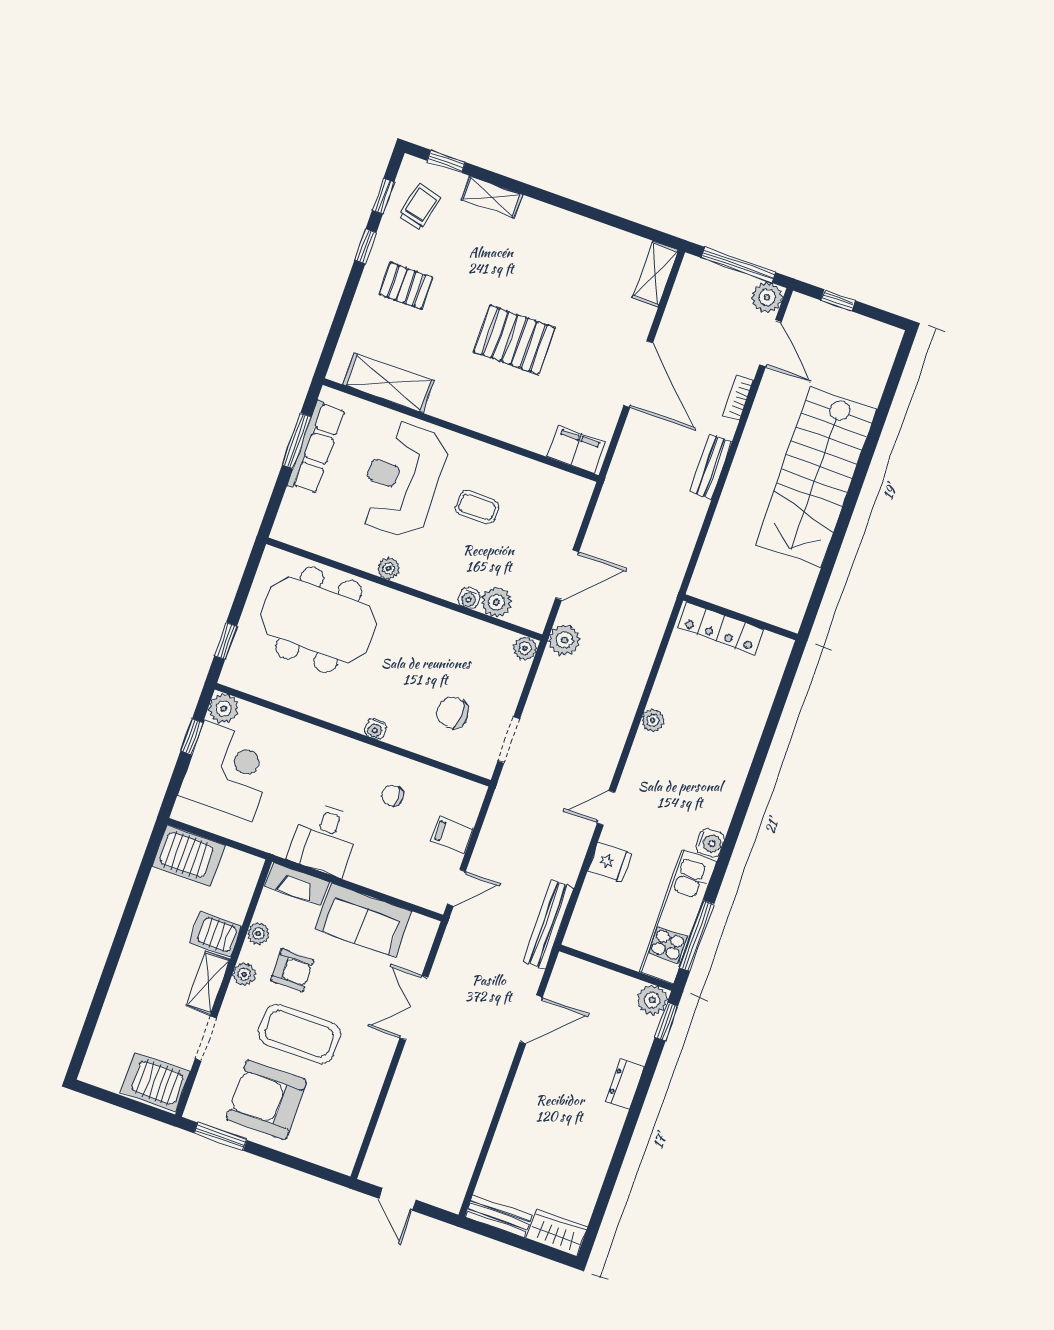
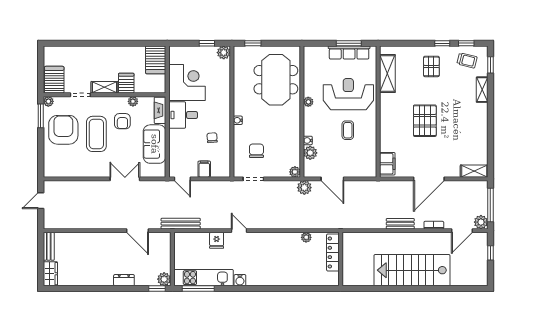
plant: (653, 720) -> (306, 237), moved
corner desk: (228, 771) -> (187, 83), moved, turned -90
plant: (244, 974) -> (48, 101), moved

